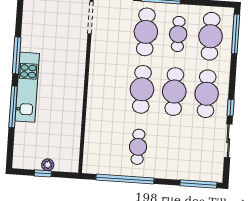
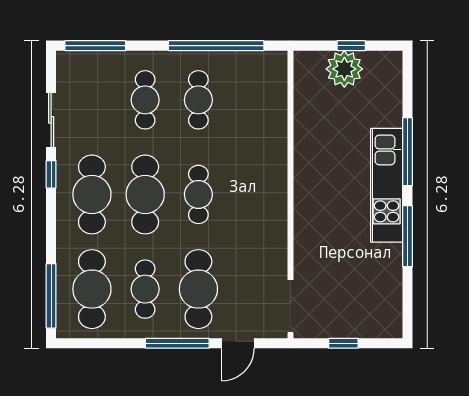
cafe table: (142, 89) -> (198, 194), width x0.73, depth x0.74
cafe table: (170, 149) -> (145, 100), added
plant: (48, 165) -> (344, 69), width x1.87, depth x1.87

